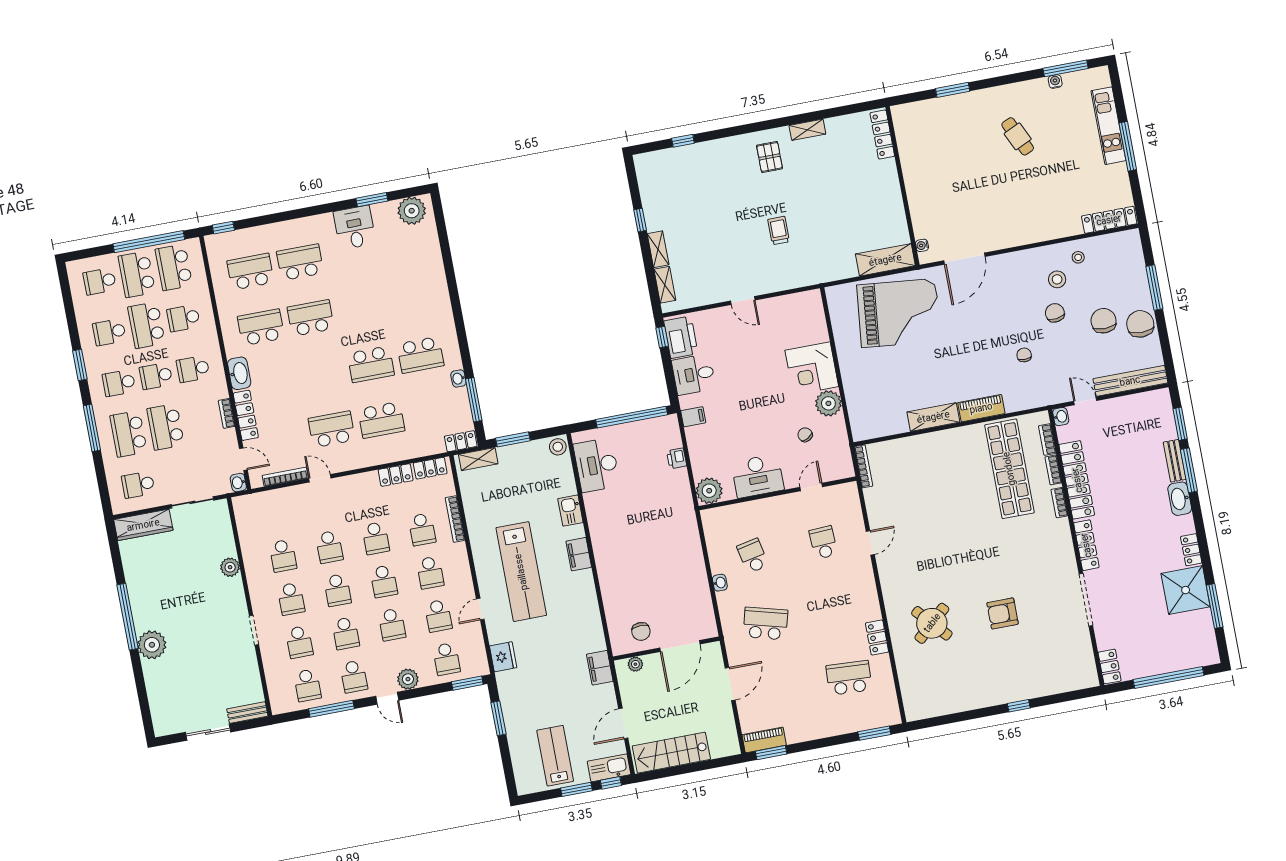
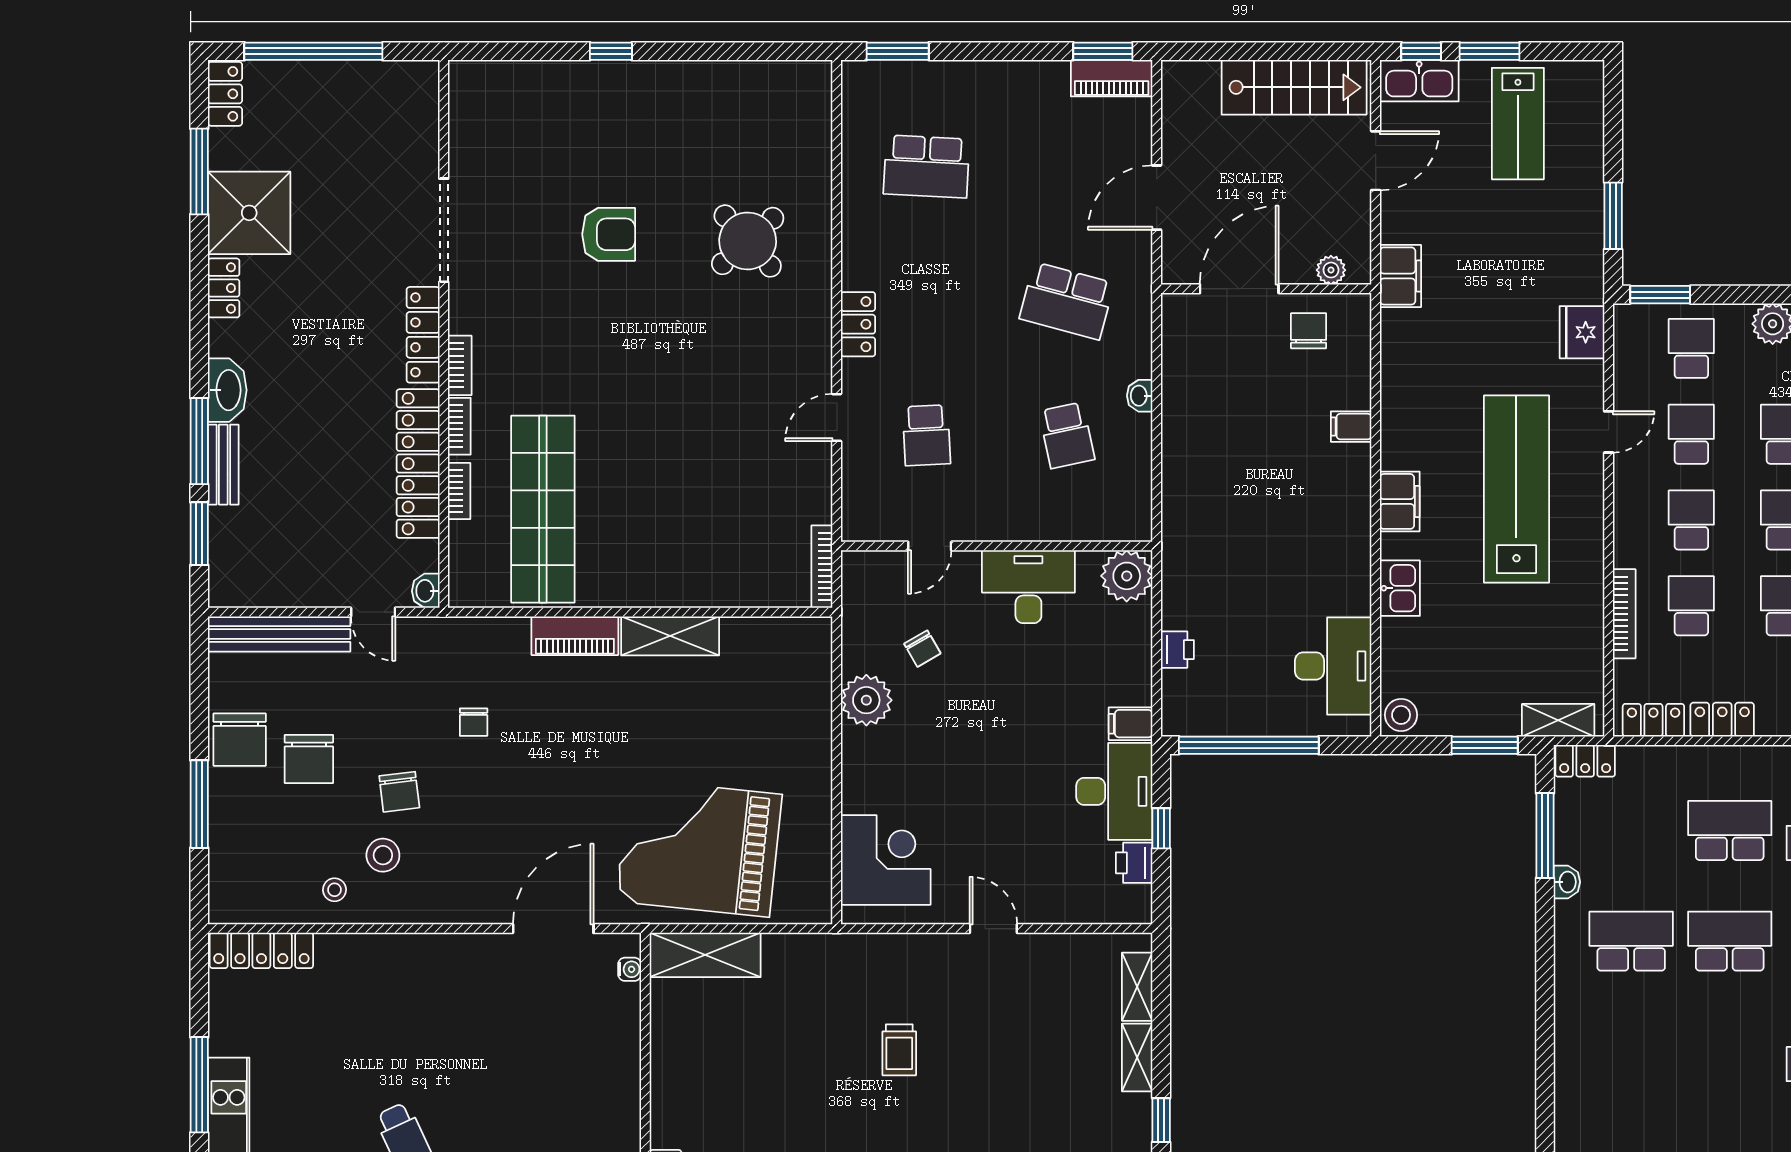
window: (662, 337) -> (1161, 828), moved
printer: (681, 337) -> (1134, 863), width x0.53, depth x0.68
corner desk: (812, 368) -> (886, 860), moved
desk: (694, 374) -> (1114, 791), width x1.37
bookcase: (1047, 440) -> (460, 365), moved
filing cabinet: (610, 587) -> (1351, 427), added
locker: (877, 638) -> (858, 324), moved
locker: (1110, 667) -> (225, 94), moved, turned 180

